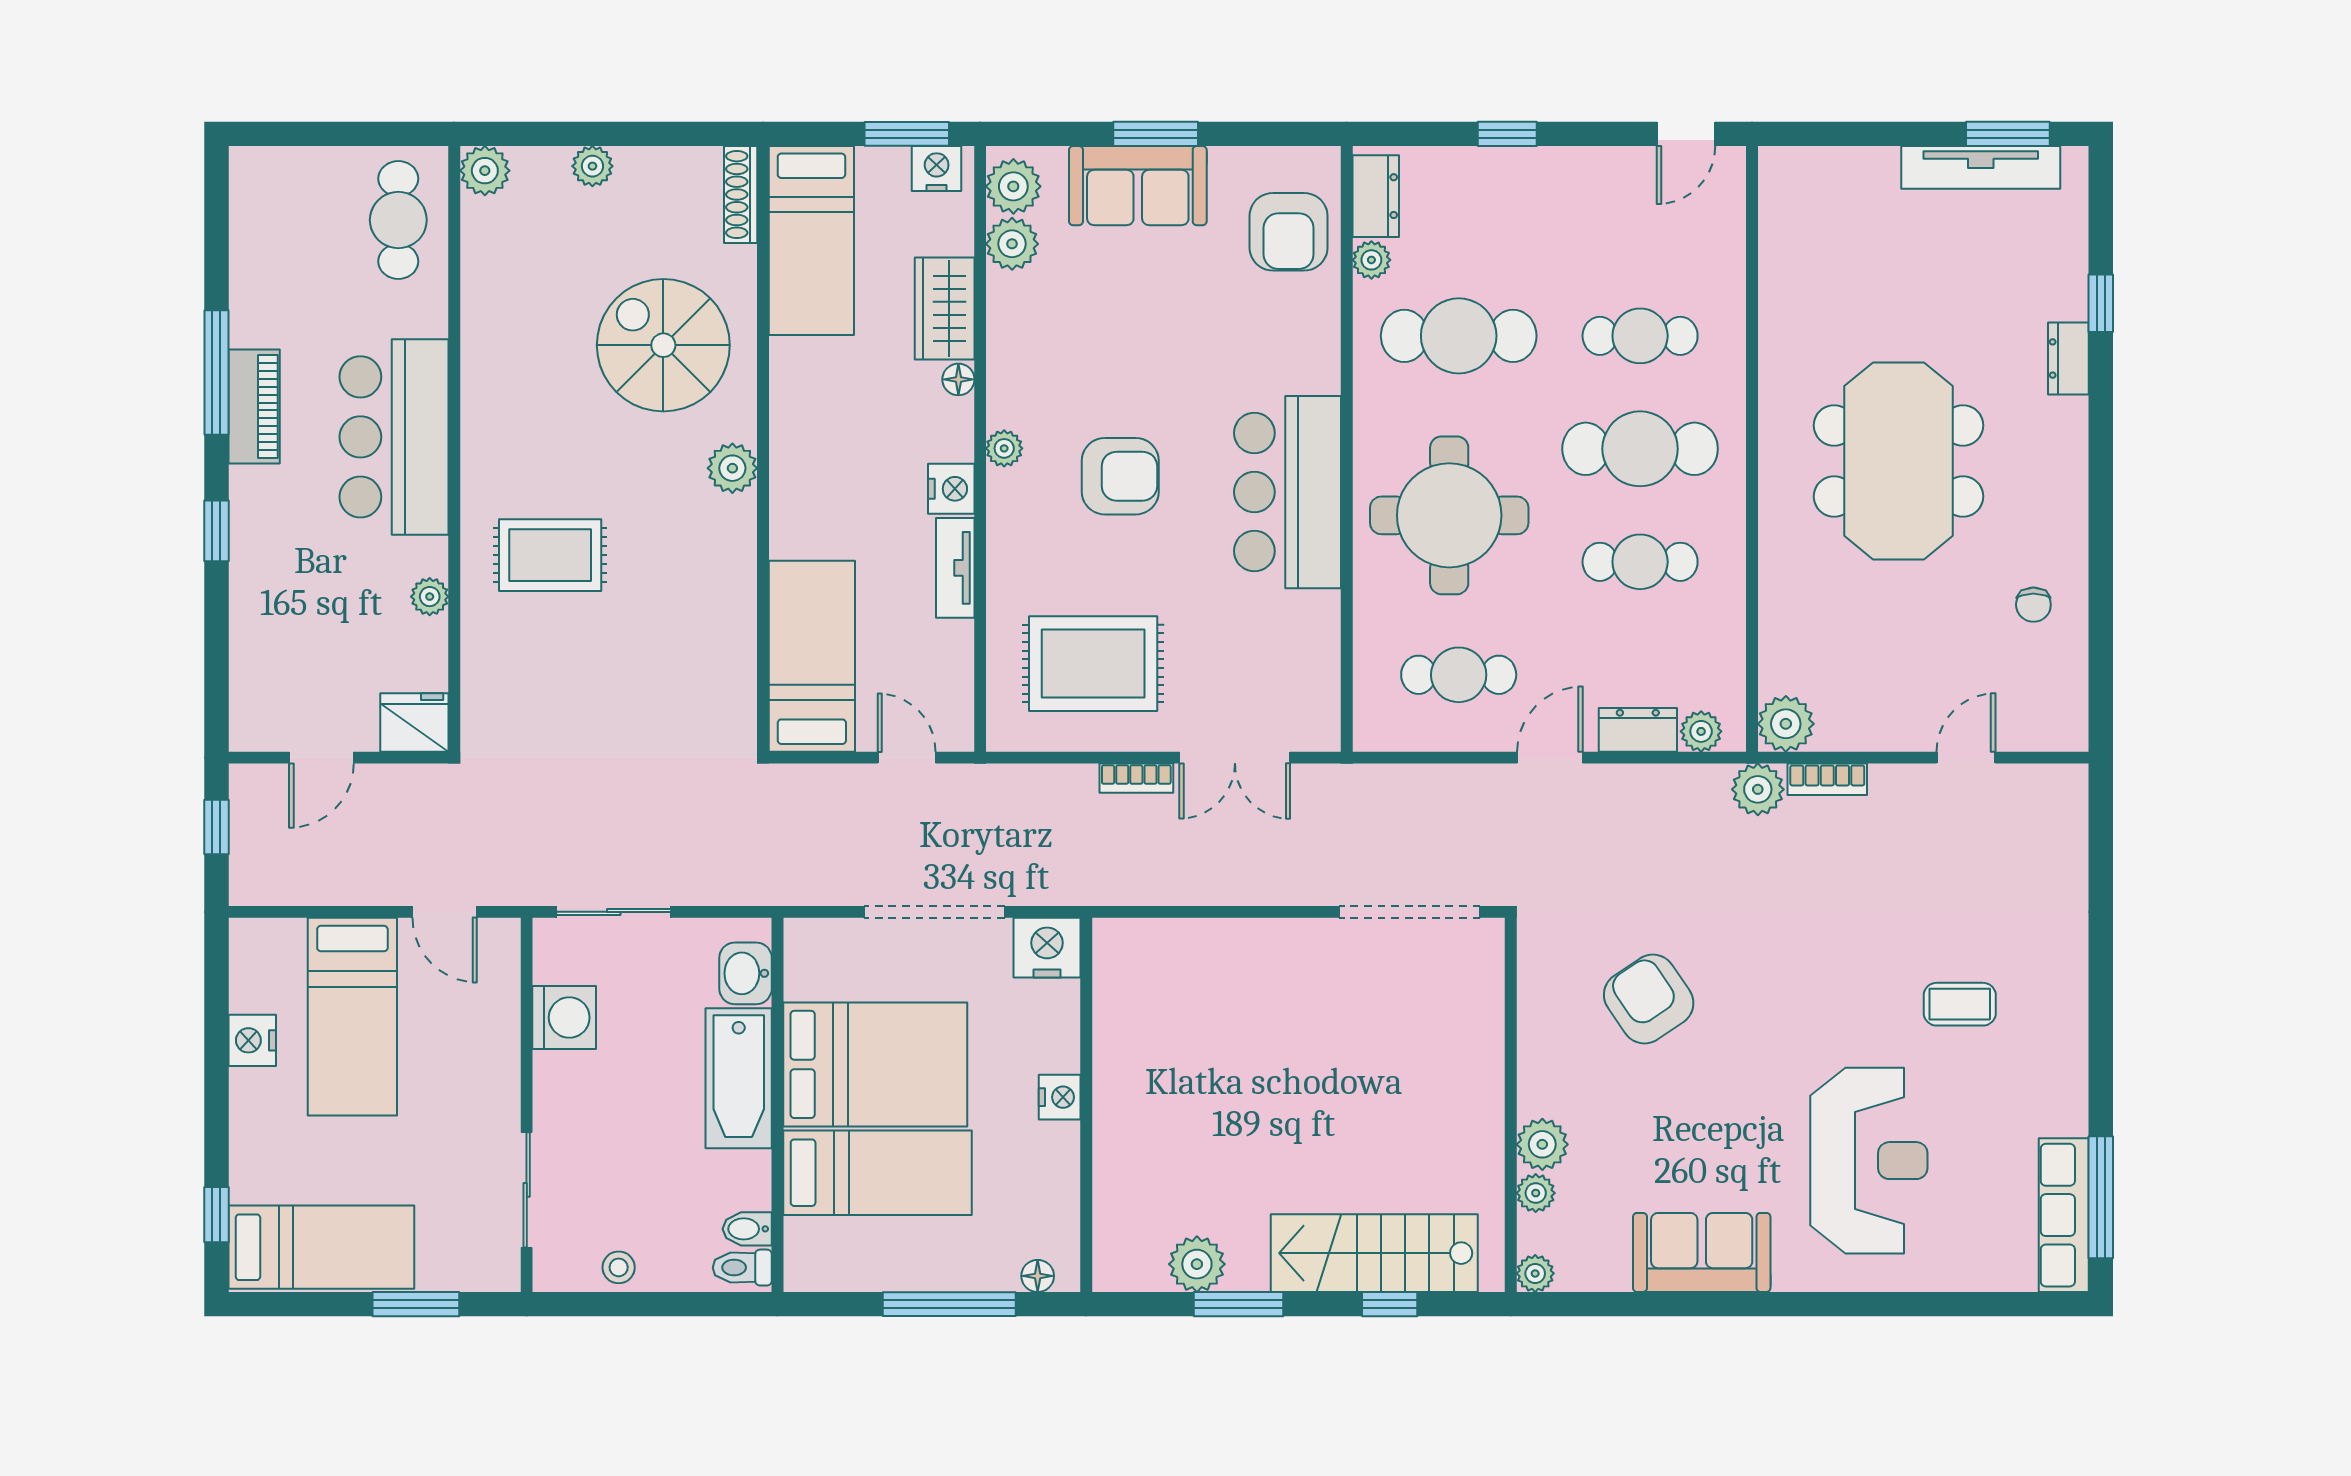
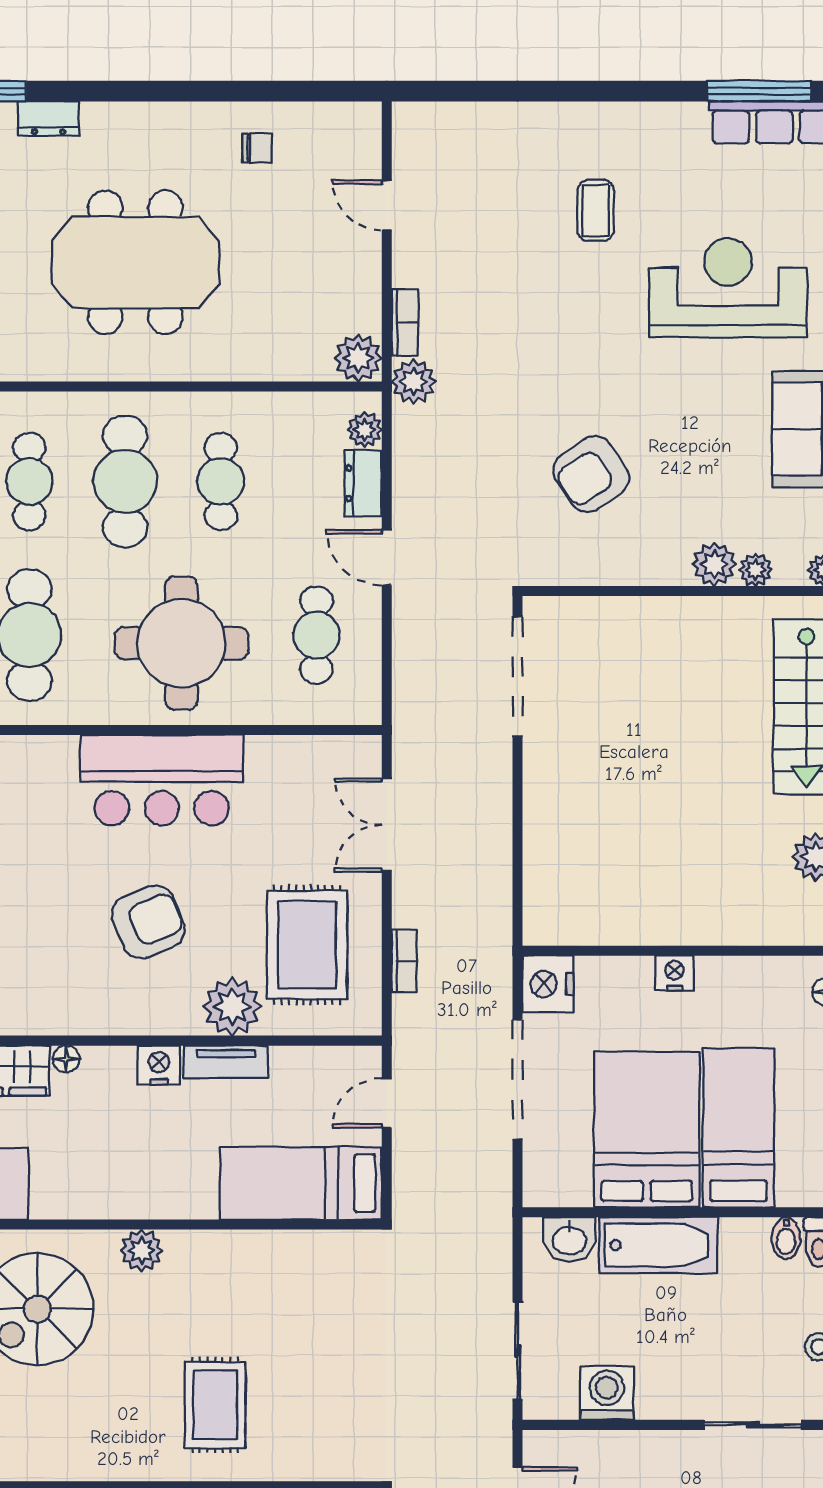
plant: (1004, 448) -> (232, 1007), moved, width x1.88, depth x1.88
armchair: (1120, 476) -> (148, 922), turned 68
double door: (1235, 758) -> (387, 825), swing flipped
bookcase: (1136, 778) -> (404, 961), moved

